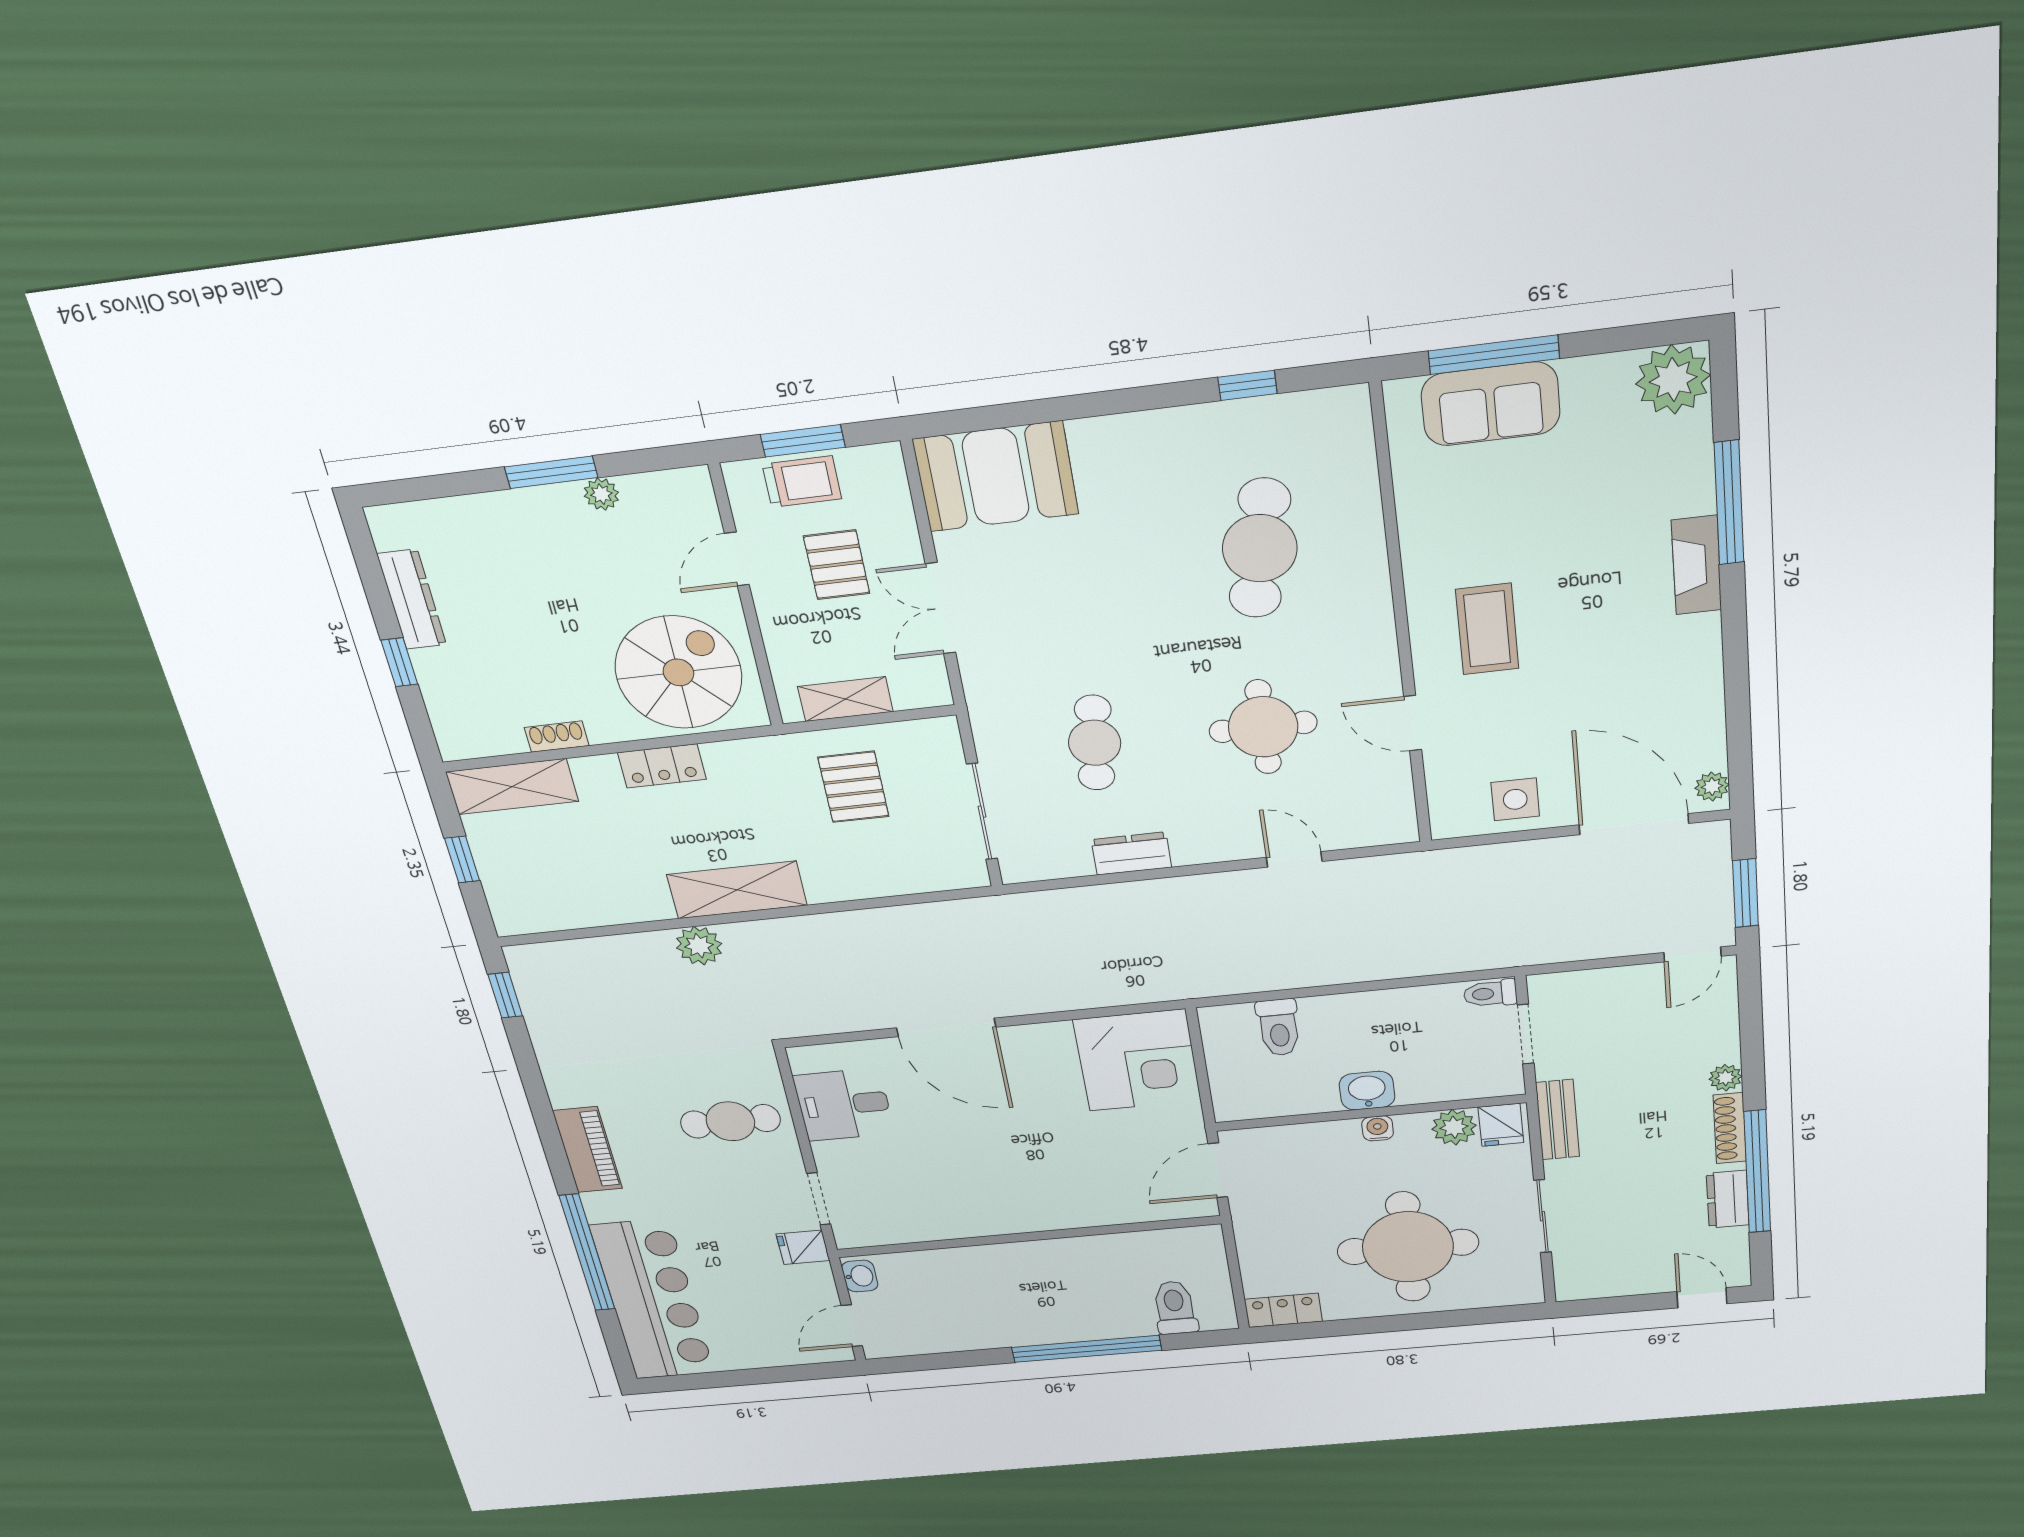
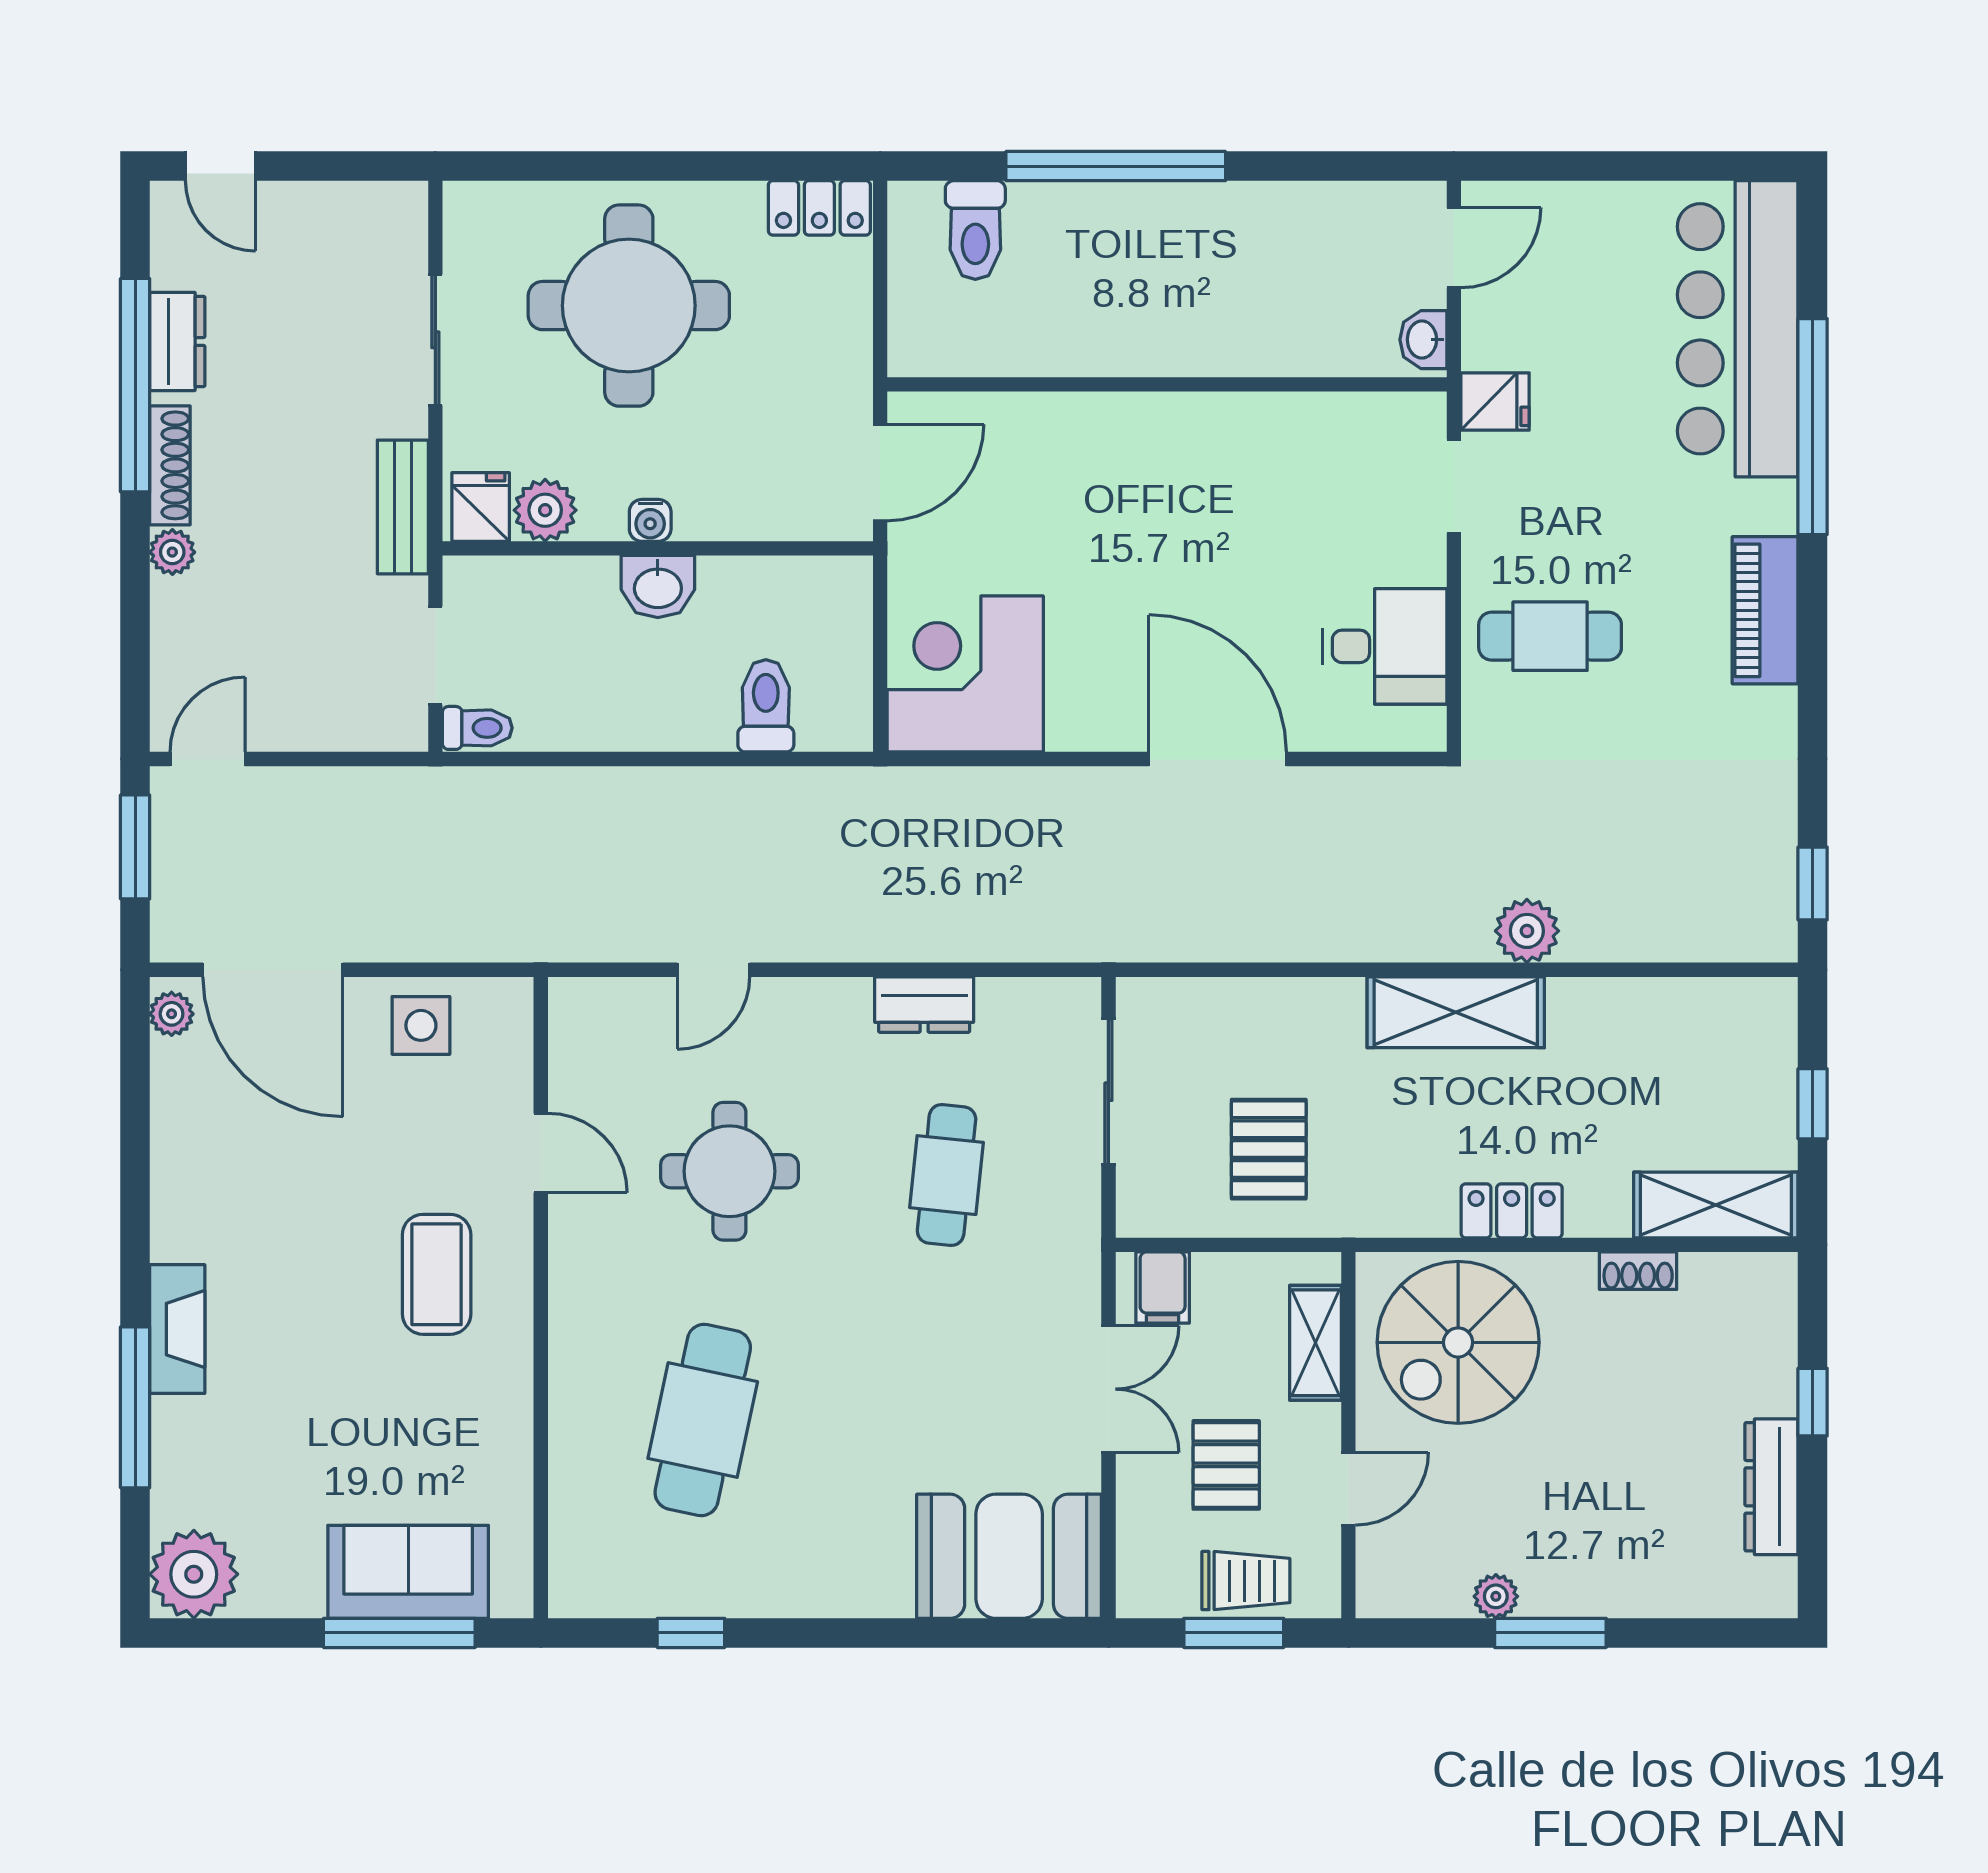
trolley: (802, 482) -> (1246, 1581), turned 180
filing cabinet: (913, 684) -> (1163, 1288), added
shelving: (845, 699) -> (1316, 1343), moved, turned 90
door: (1294, 859) -> (713, 970), hinge flipped

